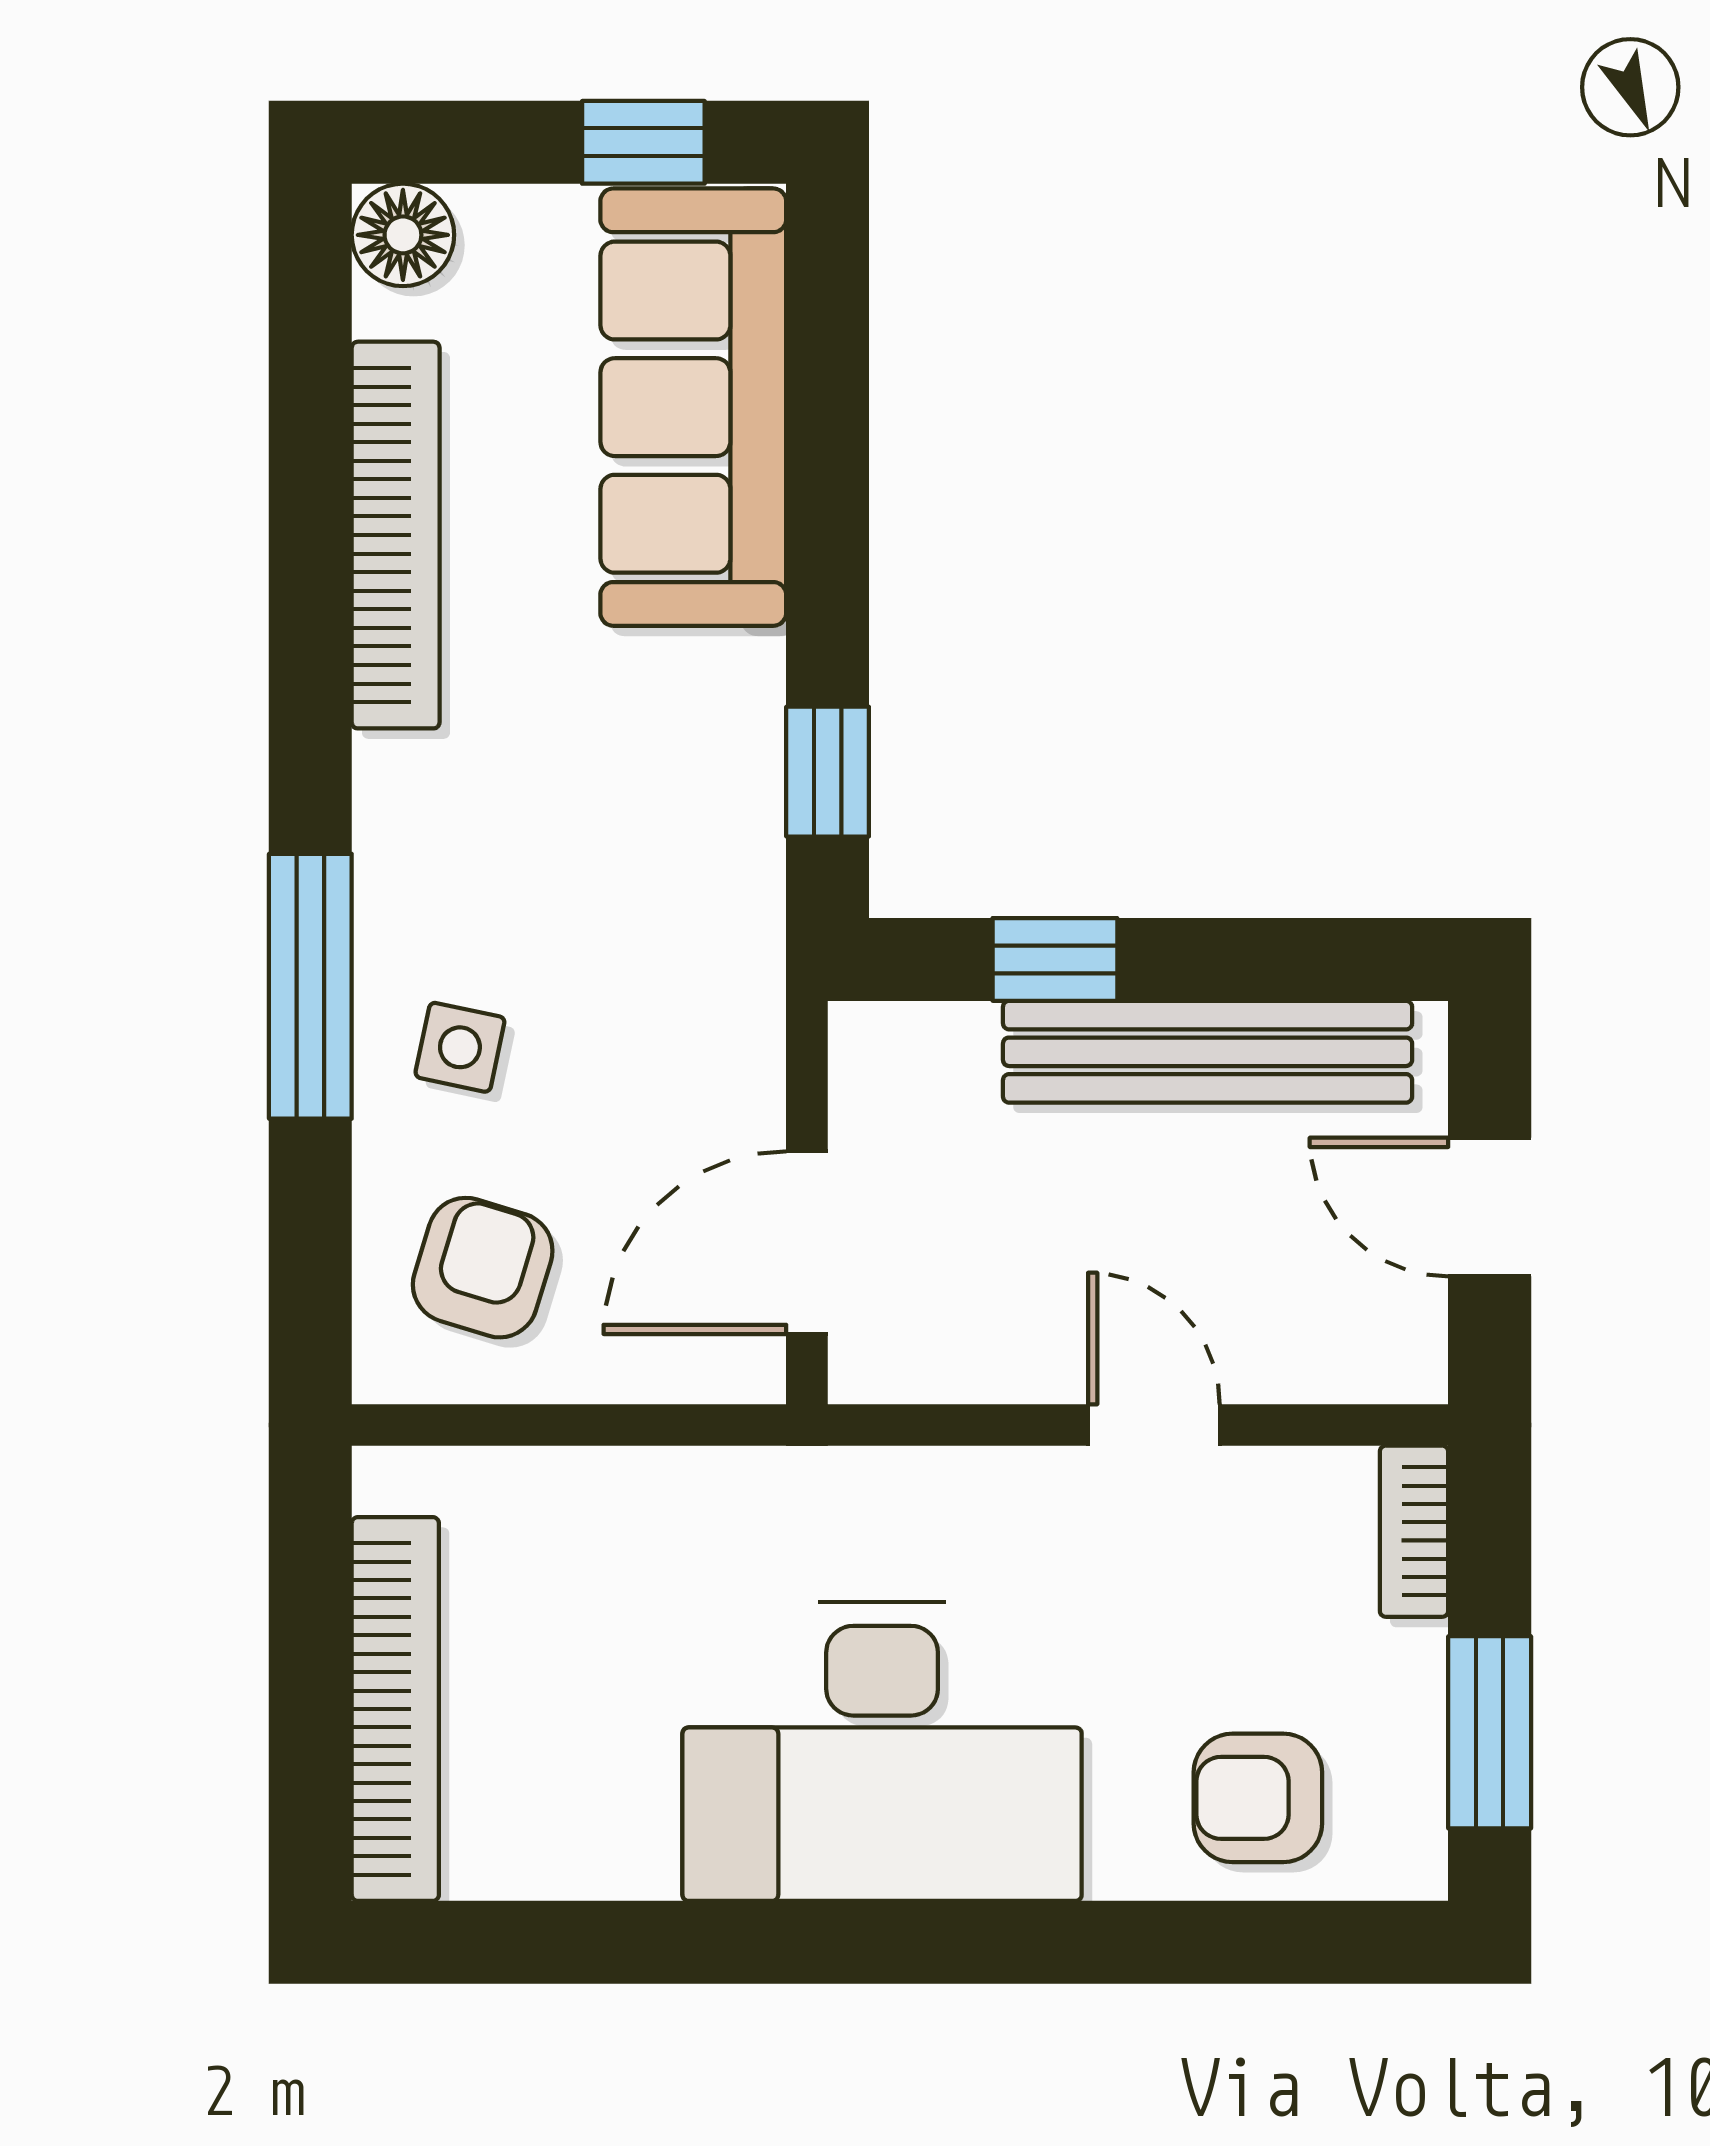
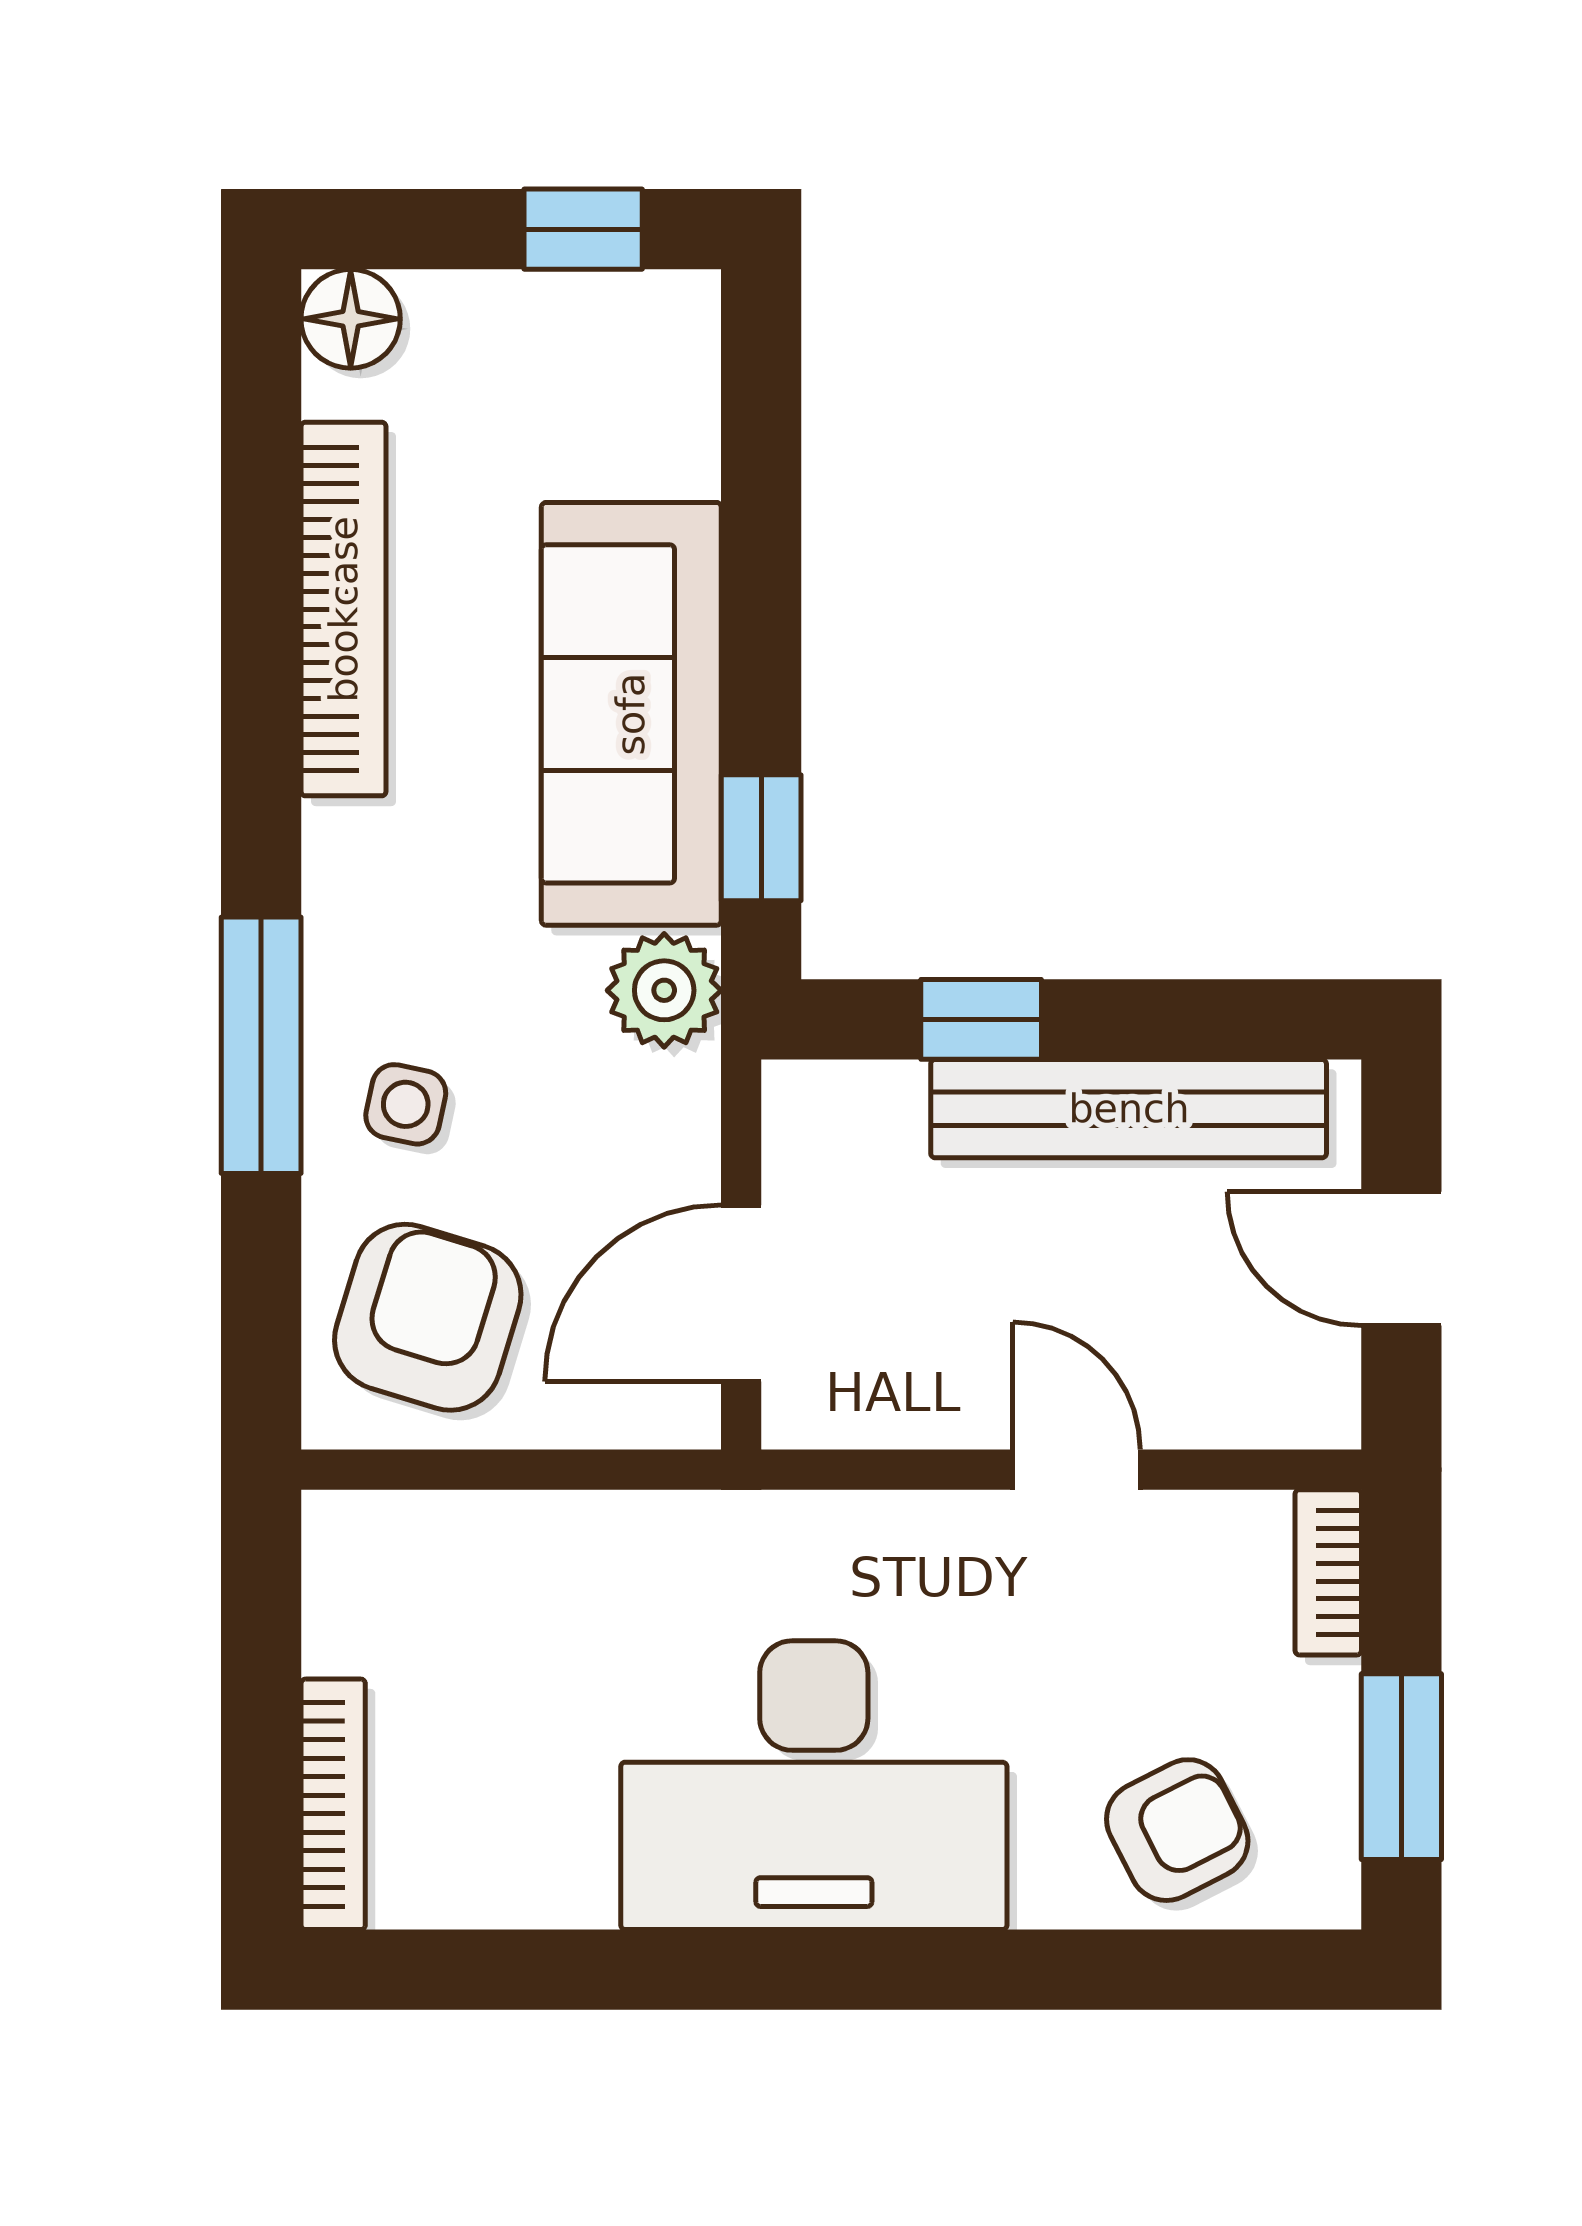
sofa: (693, 407) -> (631, 714), moved
plant: (727, 929) -> (664, 990), added
armchair: (483, 1268) -> (428, 1317), width x1.38, depth x1.38
bookcase: (395, 1709) -> (333, 1804), width x0.68, depth x0.76
armchair: (1258, 1798) -> (1177, 1830), turned 153

